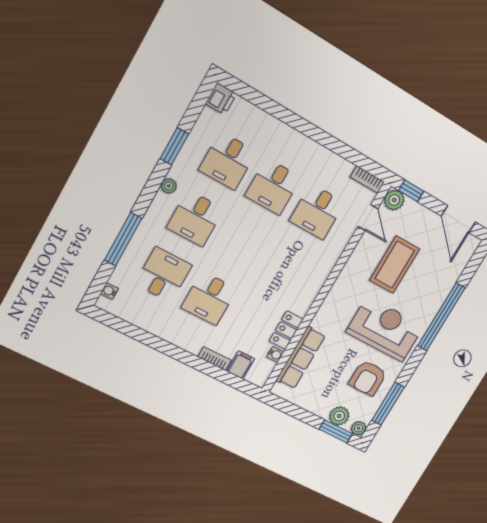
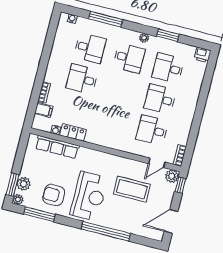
desk: (195, 218) -> (129, 58), turned 180

